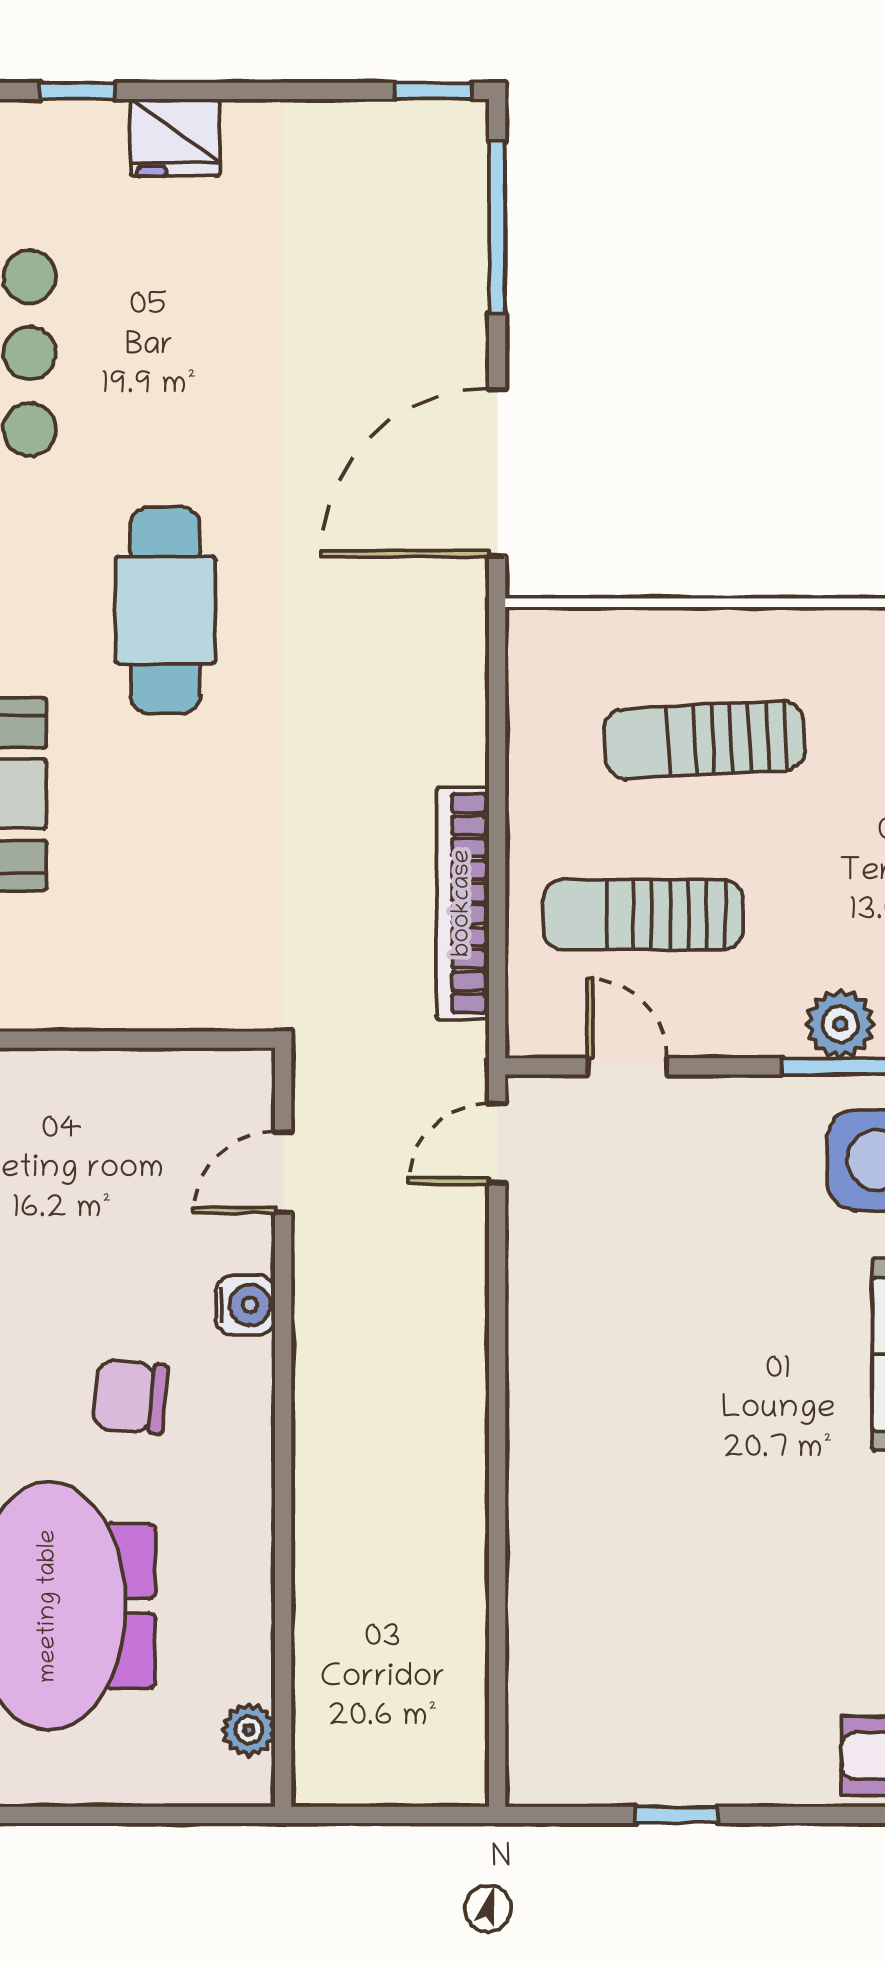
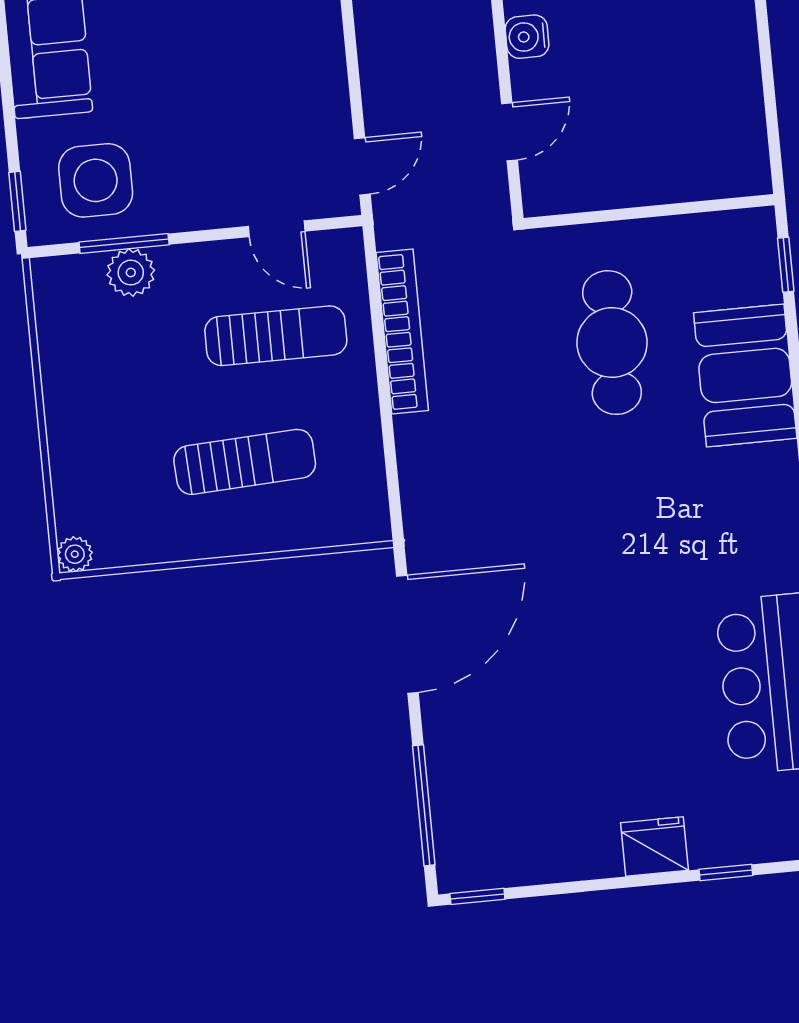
cafe table: (165, 610) -> (612, 343), moved

